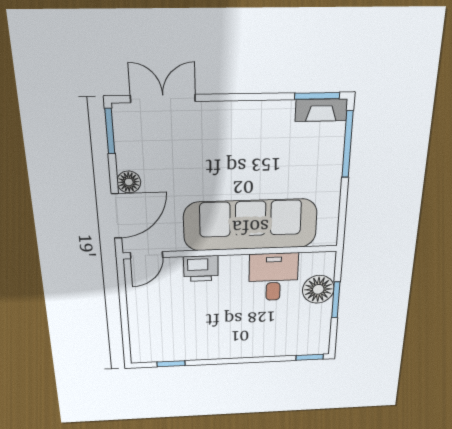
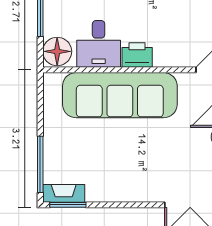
printer: (201, 269) -> (137, 55), moved
floor lamp: (318, 289) -> (57, 51), moved

